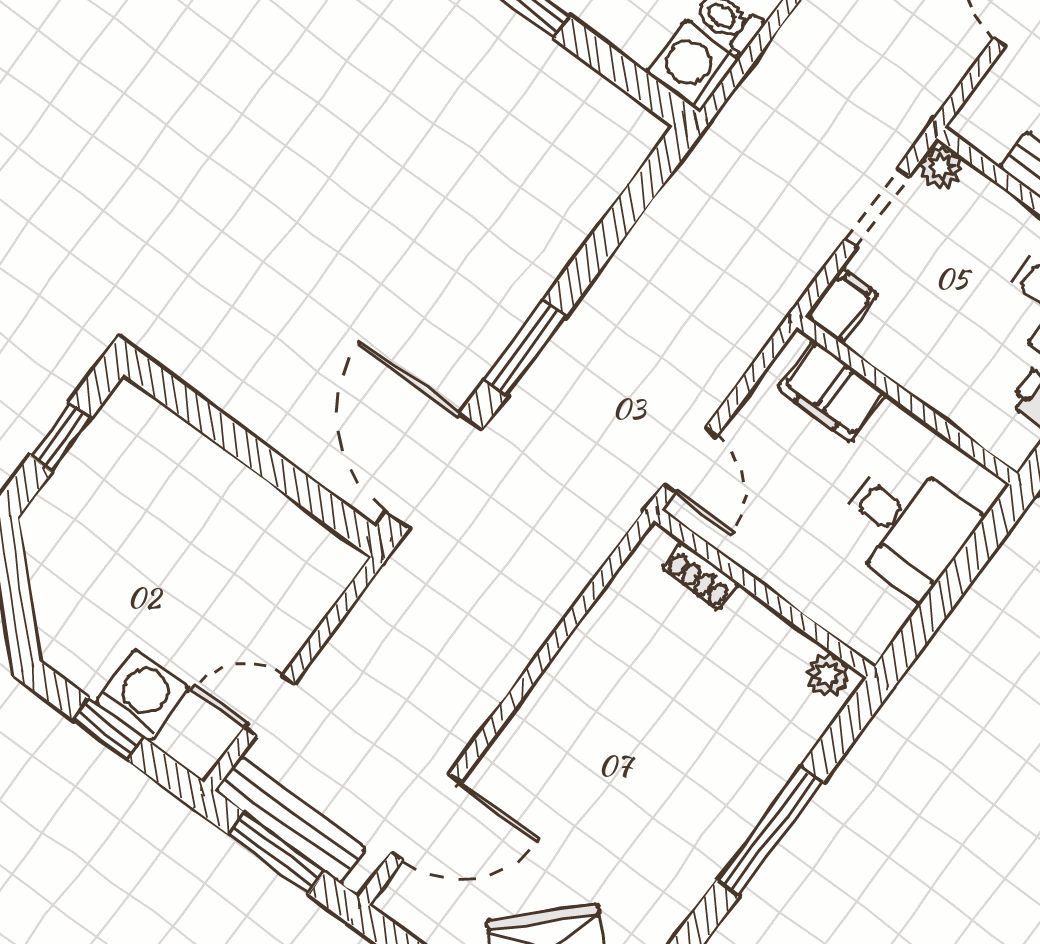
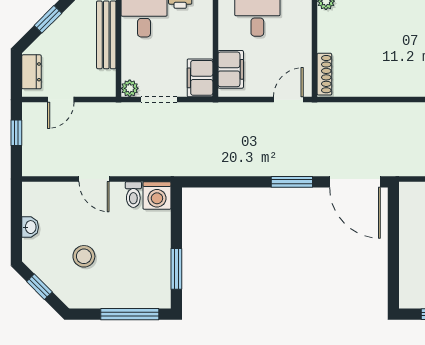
filing cabinet: (841, 305) -> (200, 78), width x2.00
door: (434, 471) -> (355, 182), hinge flipped
shoe rack: (700, 576) -> (324, 74), width x1.43

